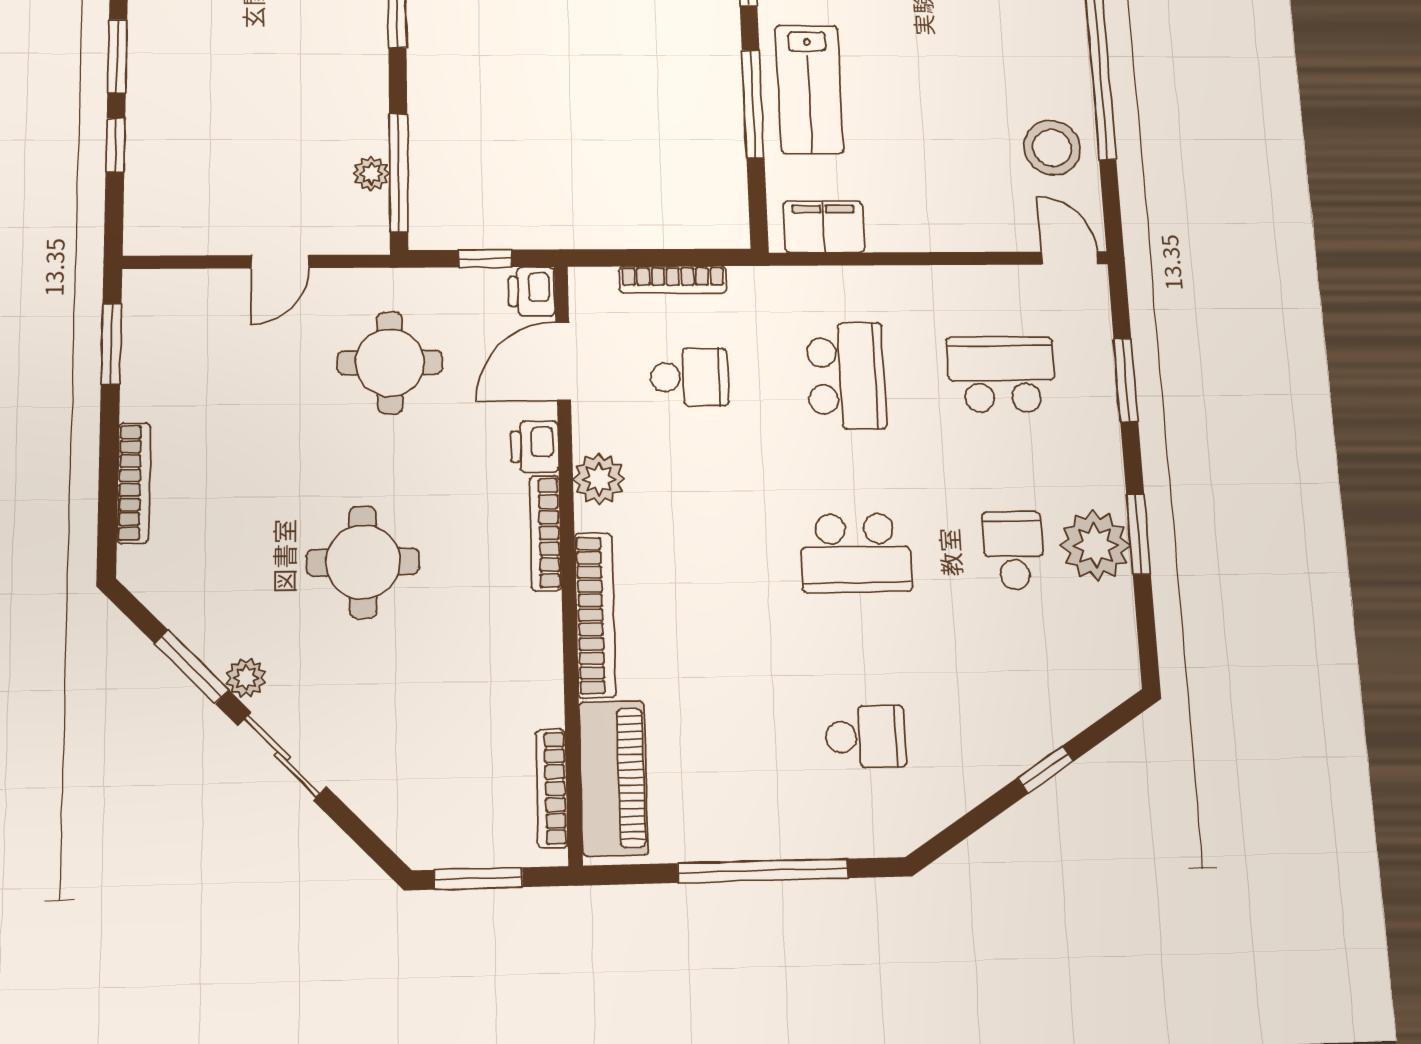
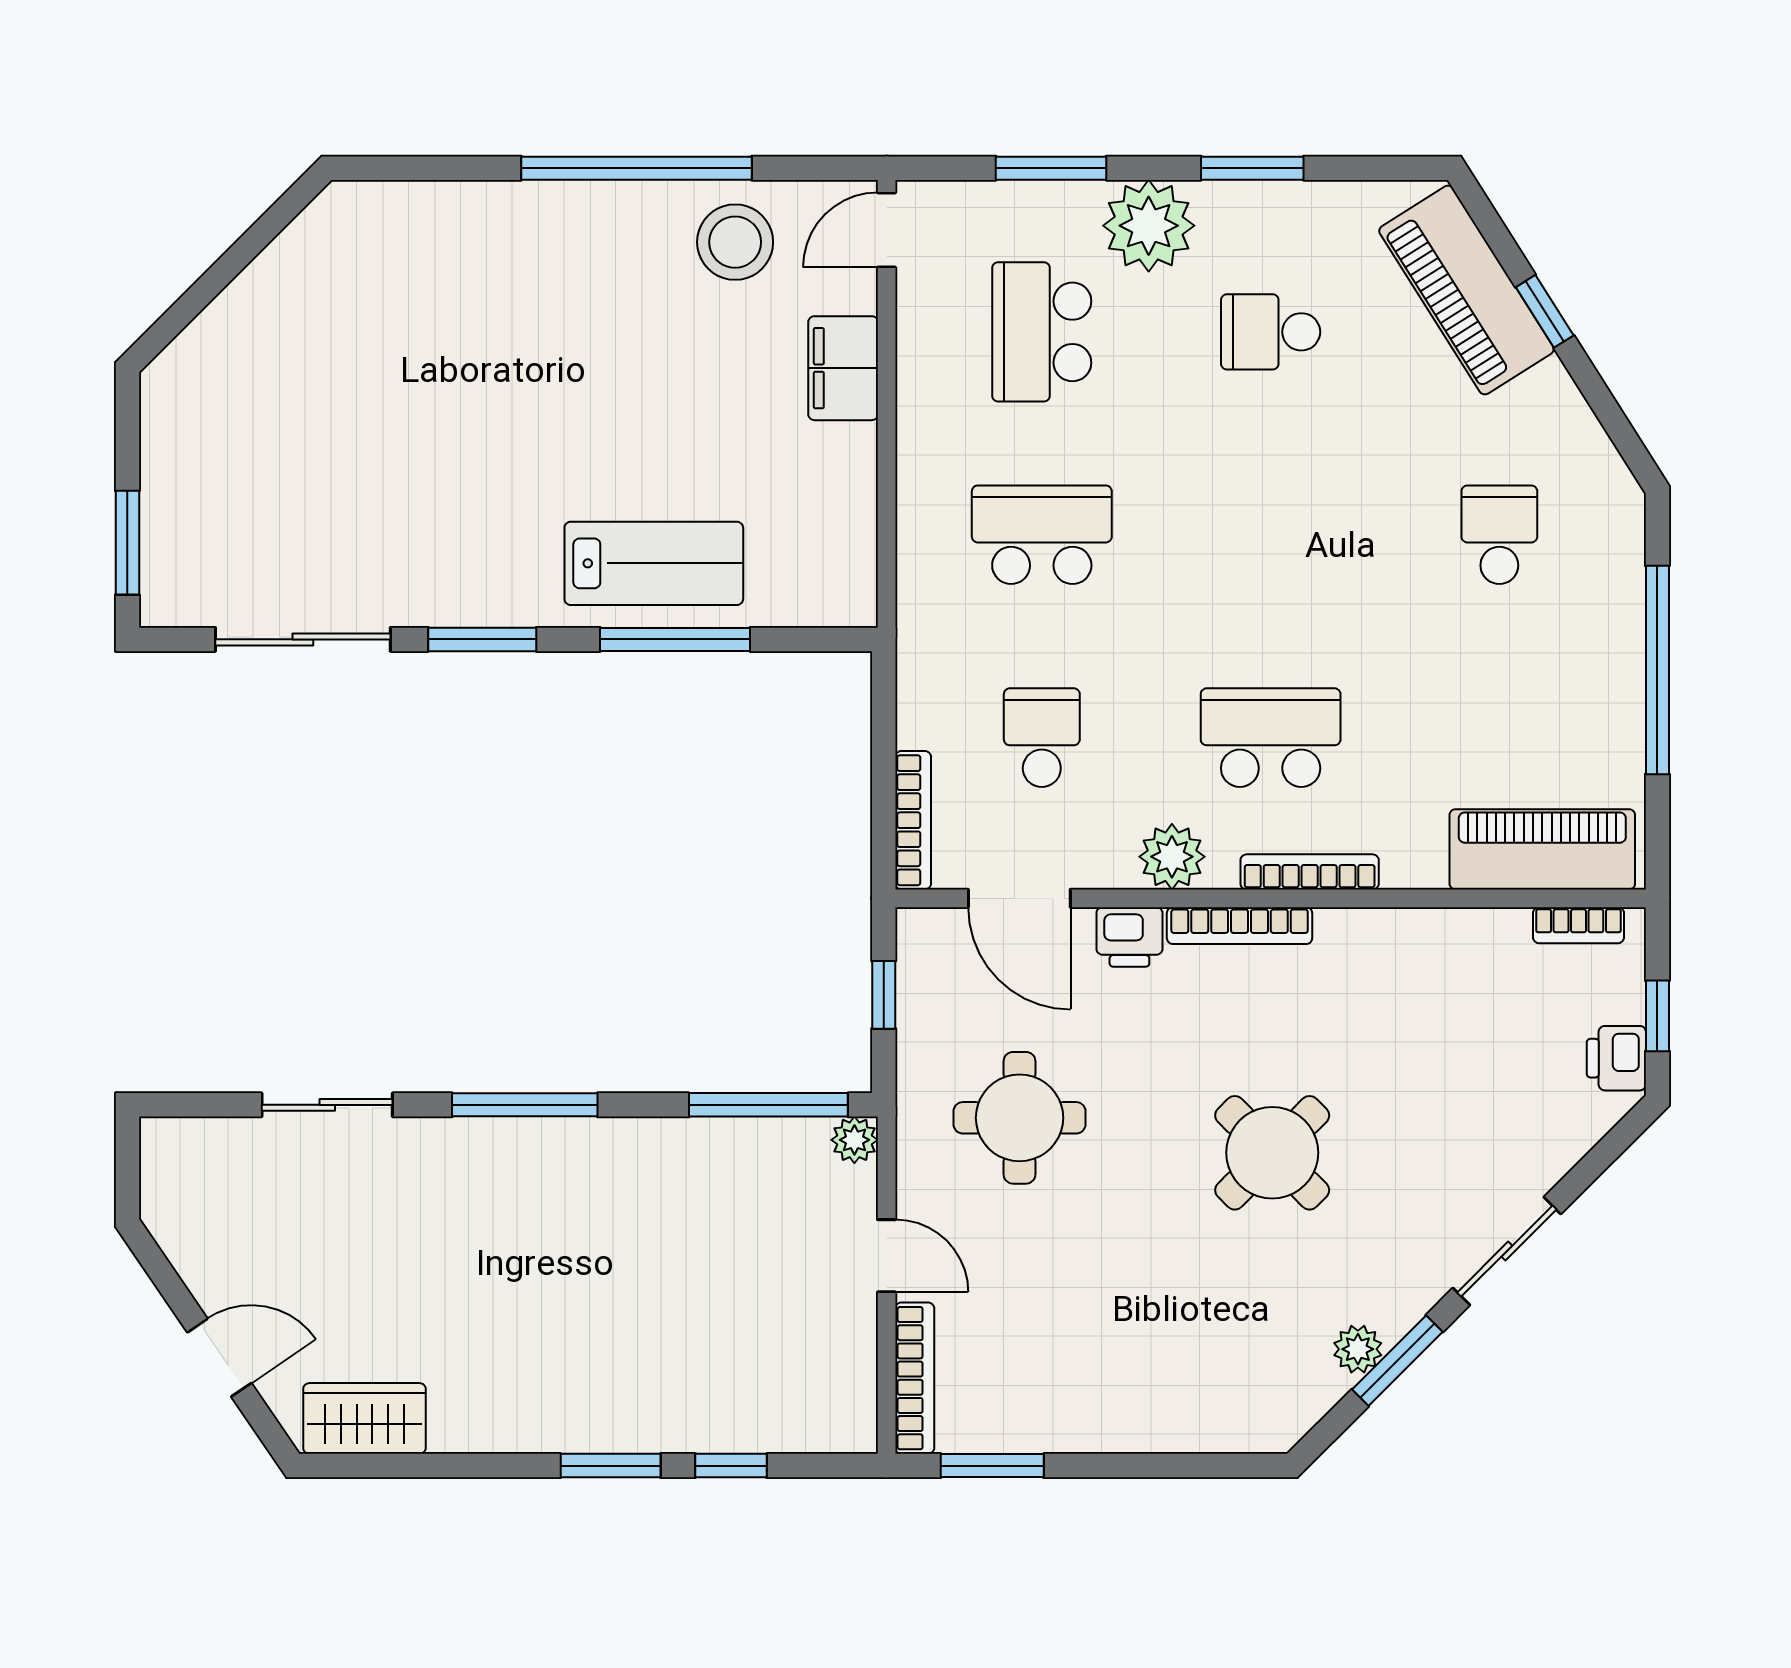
plant: (371, 174) -> (854, 1140), moved
filing cabinet: (824, 227) -> (843, 368), moved
bookcase: (673, 280) -> (913, 820), moved
printer: (532, 291) -> (1616, 1058), moved, turned 90
bookcase: (134, 483) -> (915, 1378), moved, turned 90
plant: (1095, 545) -> (1149, 226), moved
school desk: (856, 553) -> (1271, 738), moved, turned -90
round table: (363, 562) -> (1272, 1153), turned 45
bookcase: (595, 615) -> (1310, 872), width x0.68, depth x0.76
plant: (246, 678) -> (1358, 1349), moved
piano: (1057, 706) -> (1466, 290), added
bookcase: (552, 788) -> (1578, 925), width x0.64
window: (479, 879) -> (1657, 1016), width x0.67

